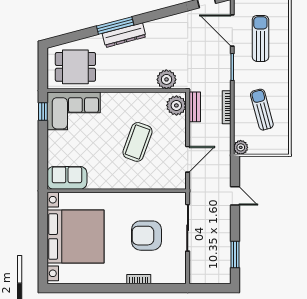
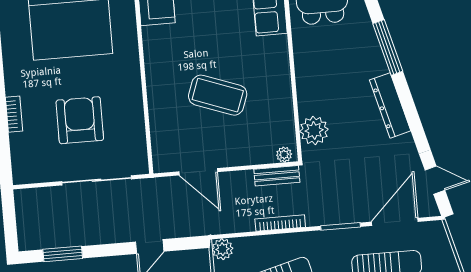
dresser: (124, 35) -> (390, 105), moved
plant: (176, 105) -> (284, 155), width x0.53, depth x0.53

